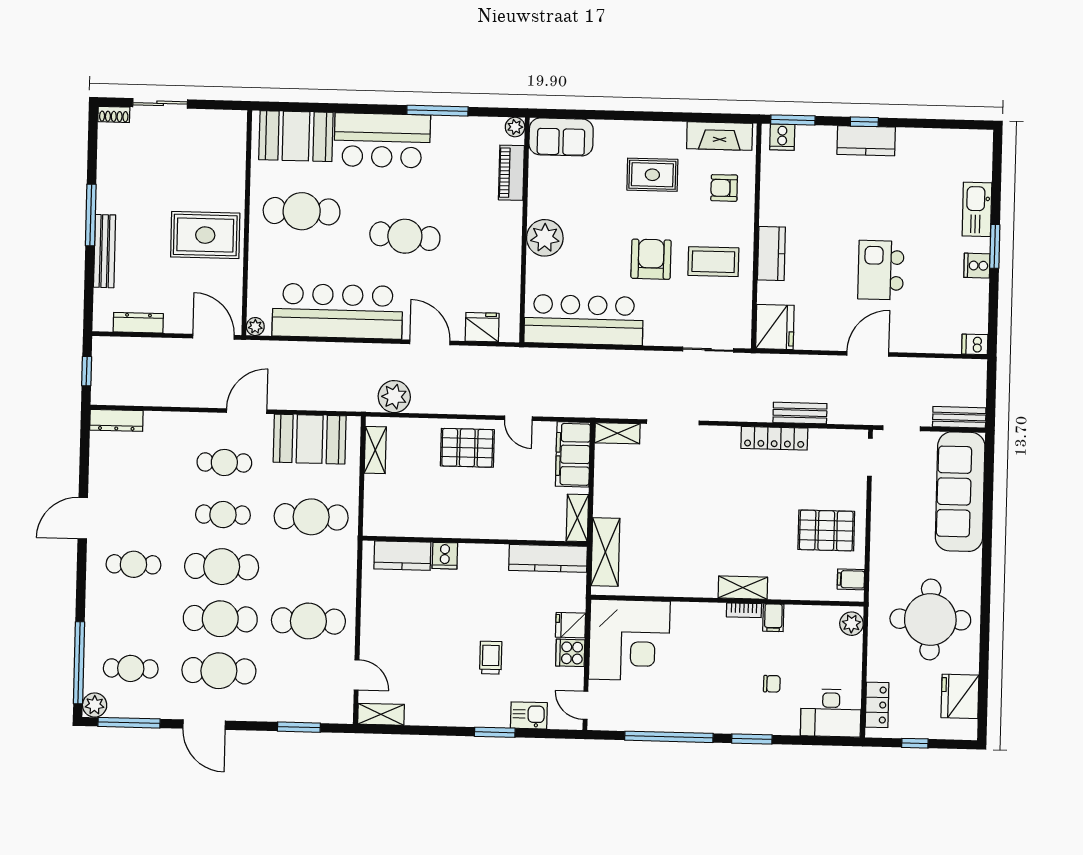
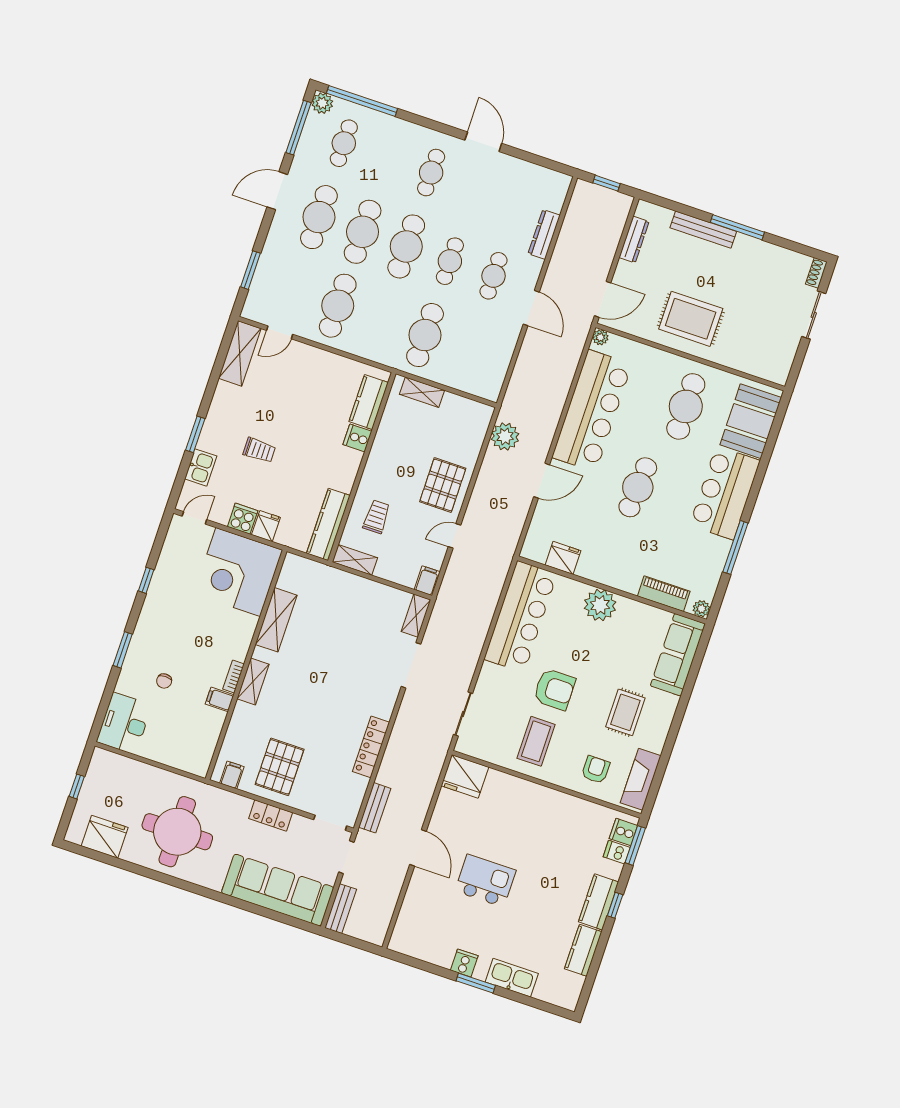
sofa: (561, 137) -> (678, 655), width x1.36
rug: (205, 235) -> (691, 319), turned 90
kitchen counter: (771, 253) -> (583, 950), moved, turned 90
fridge: (482, 327) -> (563, 558), moved, turned -90
dishwasher: (975, 344) -> (617, 852), moved, turned -90
bench: (800, 413) -> (375, 808), moved
dresser: (116, 420) -> (544, 234), moved
booth: (310, 439) -> (491, 354), removed
shelving: (375, 450) -> (422, 392), moved
filing cabinet: (573, 454) -> (427, 581), width x0.33, depth x0.86
trolley: (524, 509) -> (377, 517), added
shelving: (605, 552) -> (276, 620), moved, turned 90
plant: (851, 624) -> (194, 764), removed
locker: (877, 705) -> (271, 815), moved
shelving: (381, 714) -> (240, 353), width x1.50, depth x1.33
window: (669, 737) -> (146, 580), width x0.32

